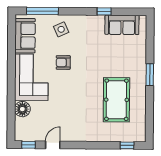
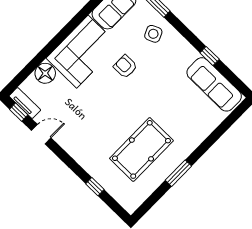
sofa: (122, 25) -> (214, 84), width x1.36
window: (150, 75) -> (178, 173), moved
tv unit: (27, 136) -> (25, 103), added
window: (127, 145) -> (95, 187), moved

